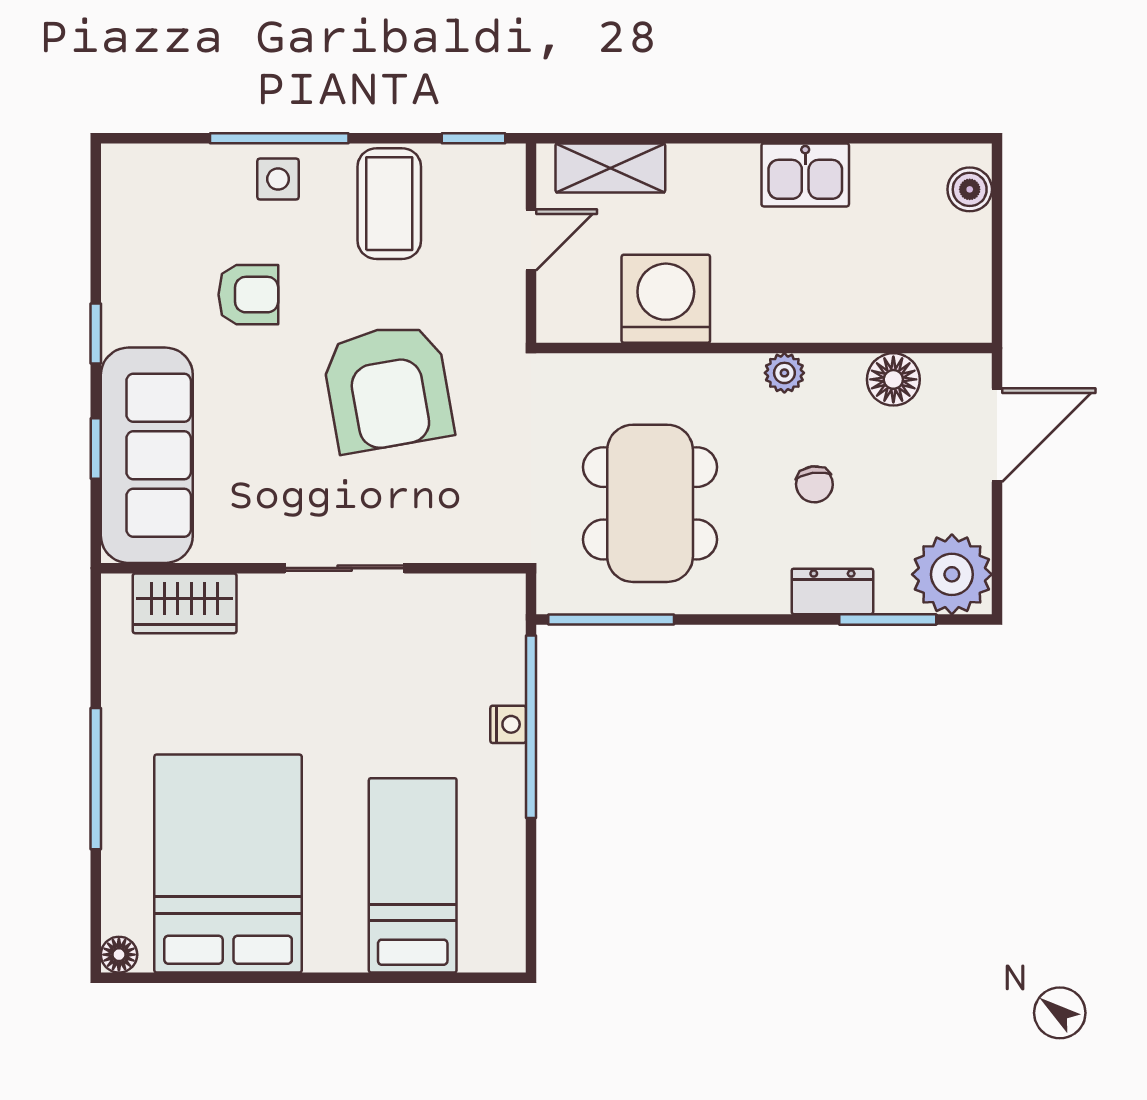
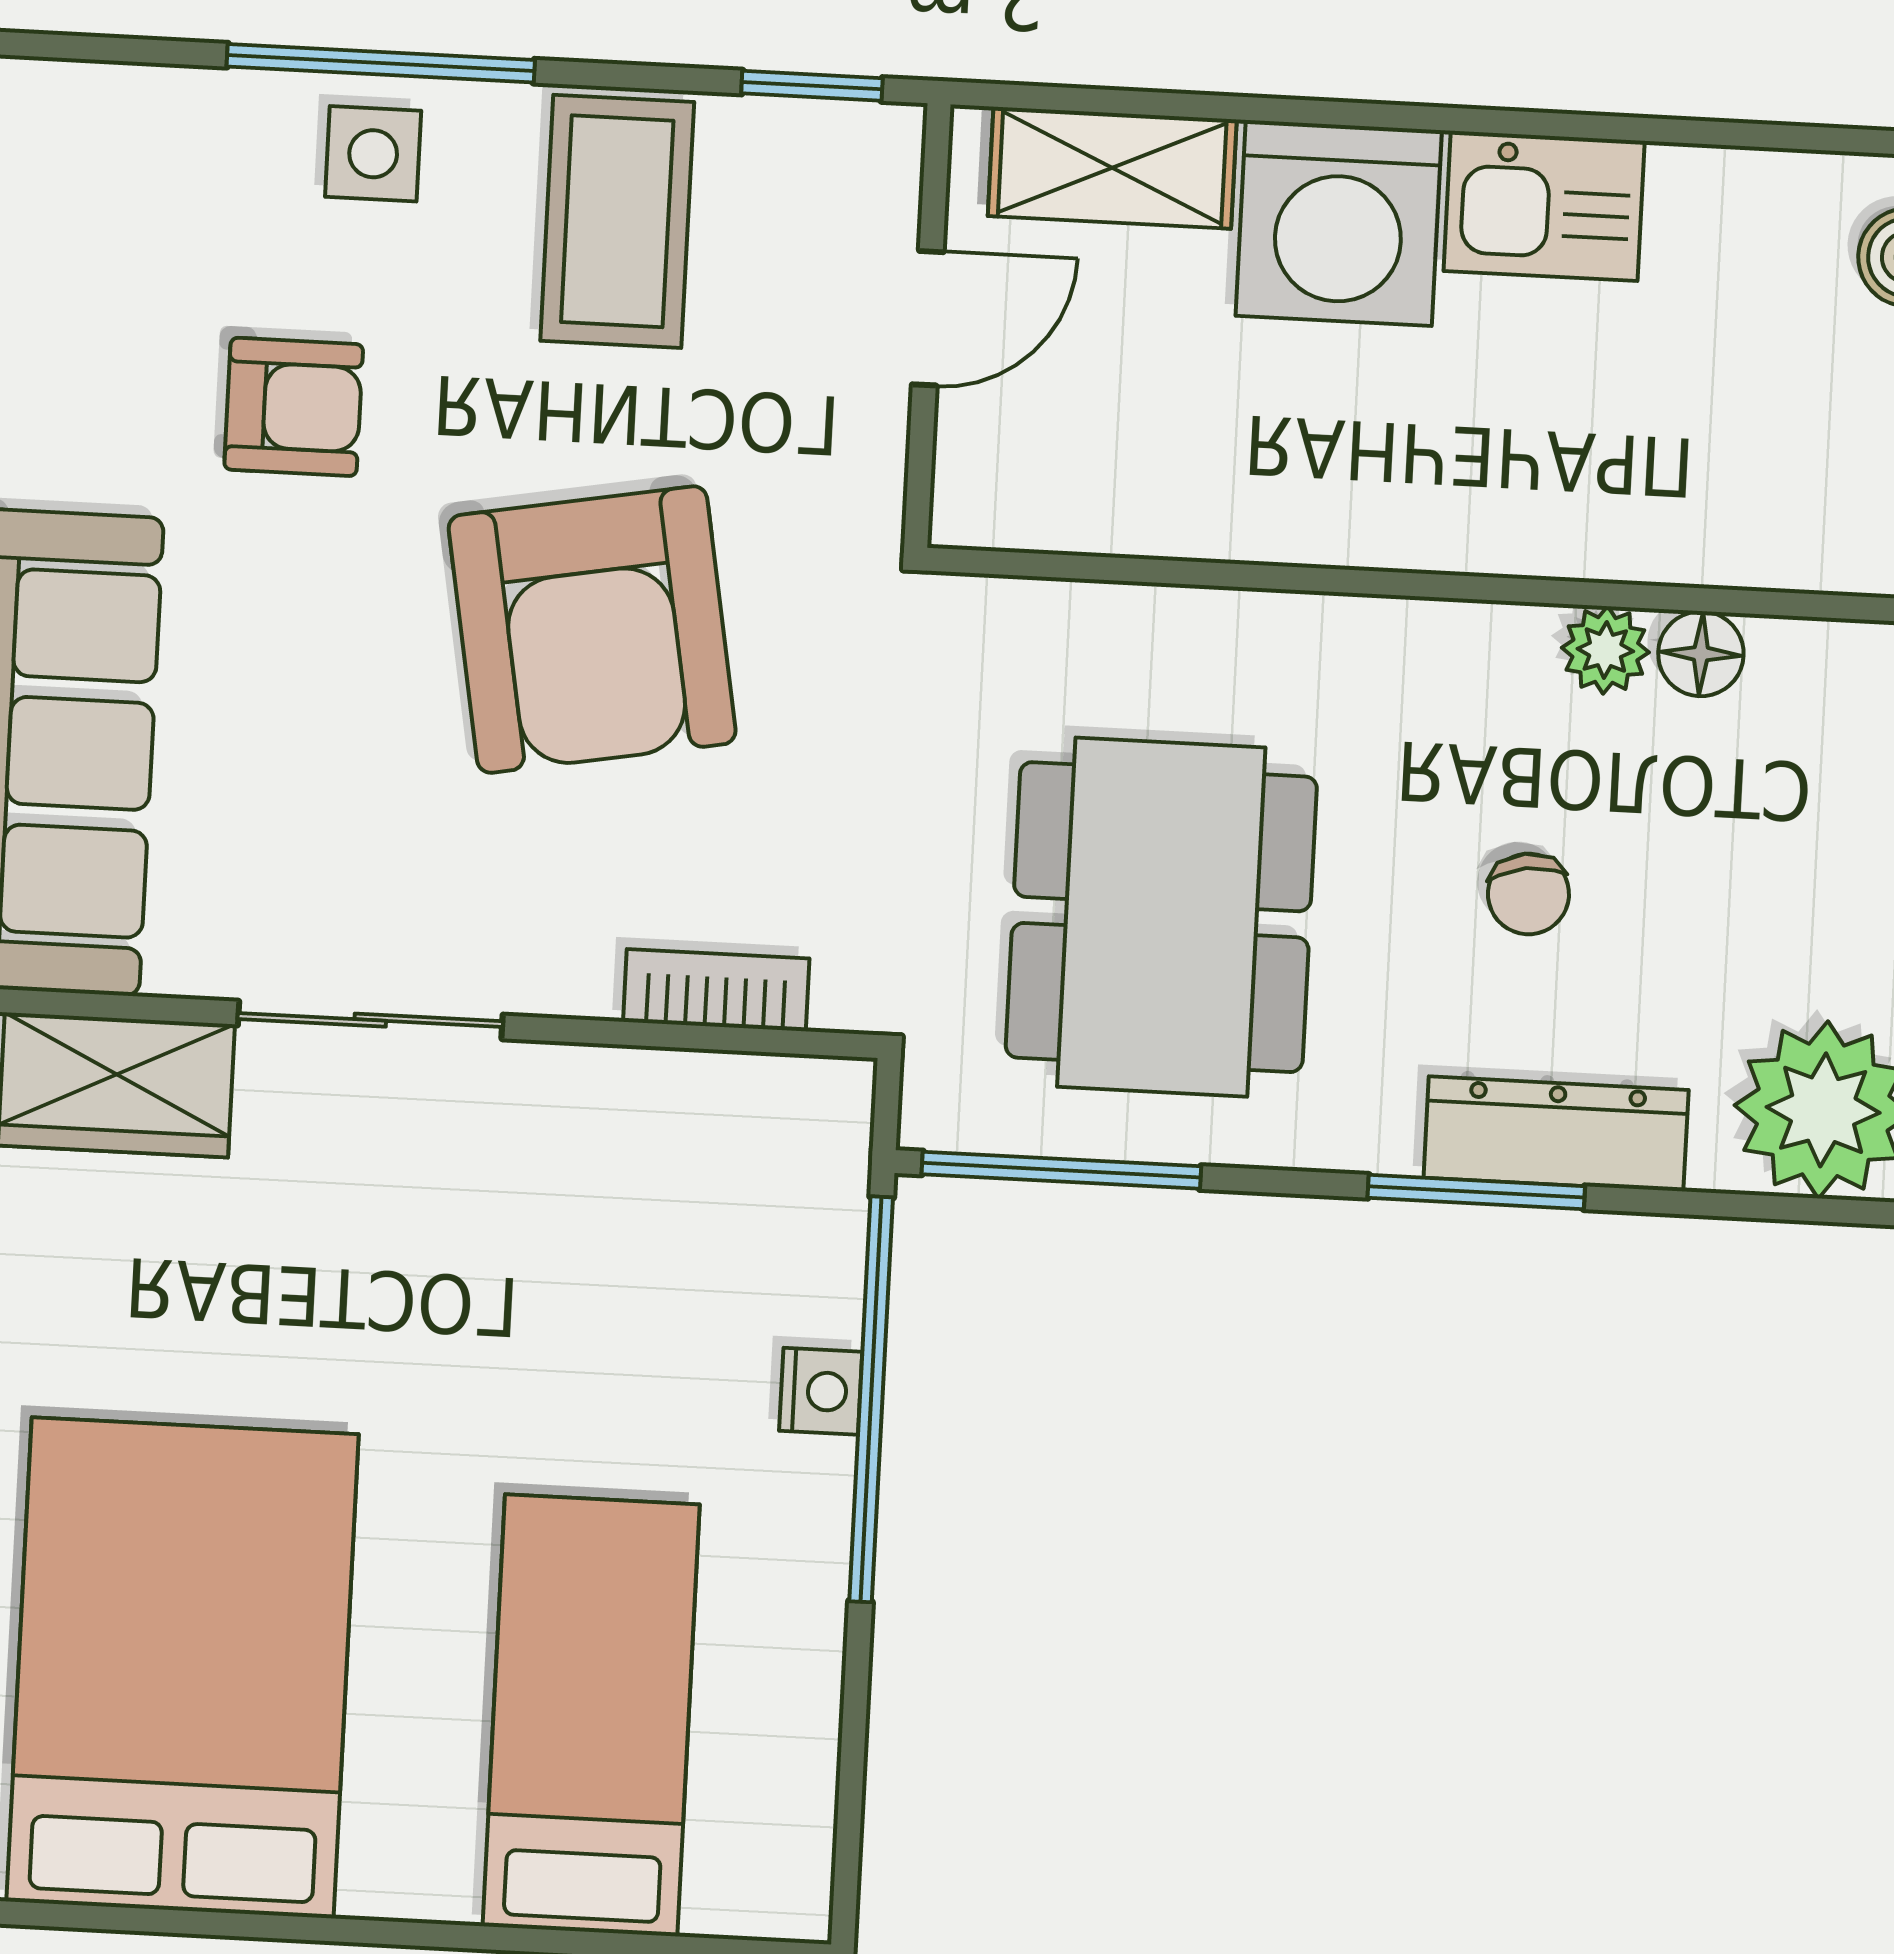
washing machine: (666, 299) -> (1339, 223), moved, turned 180
plant: (784, 373) -> (1605, 650), moved
floor lamp: (893, 379) -> (1701, 654), width x0.73, depth x0.73
bookcase: (452, 547) -> (716, 990), added
sliding door: (345, 568) -> (370, 1020), moved
dresser: (832, 591) -> (1556, 1134), width x1.44
window: (888, 619) -> (1476, 1192), moved

